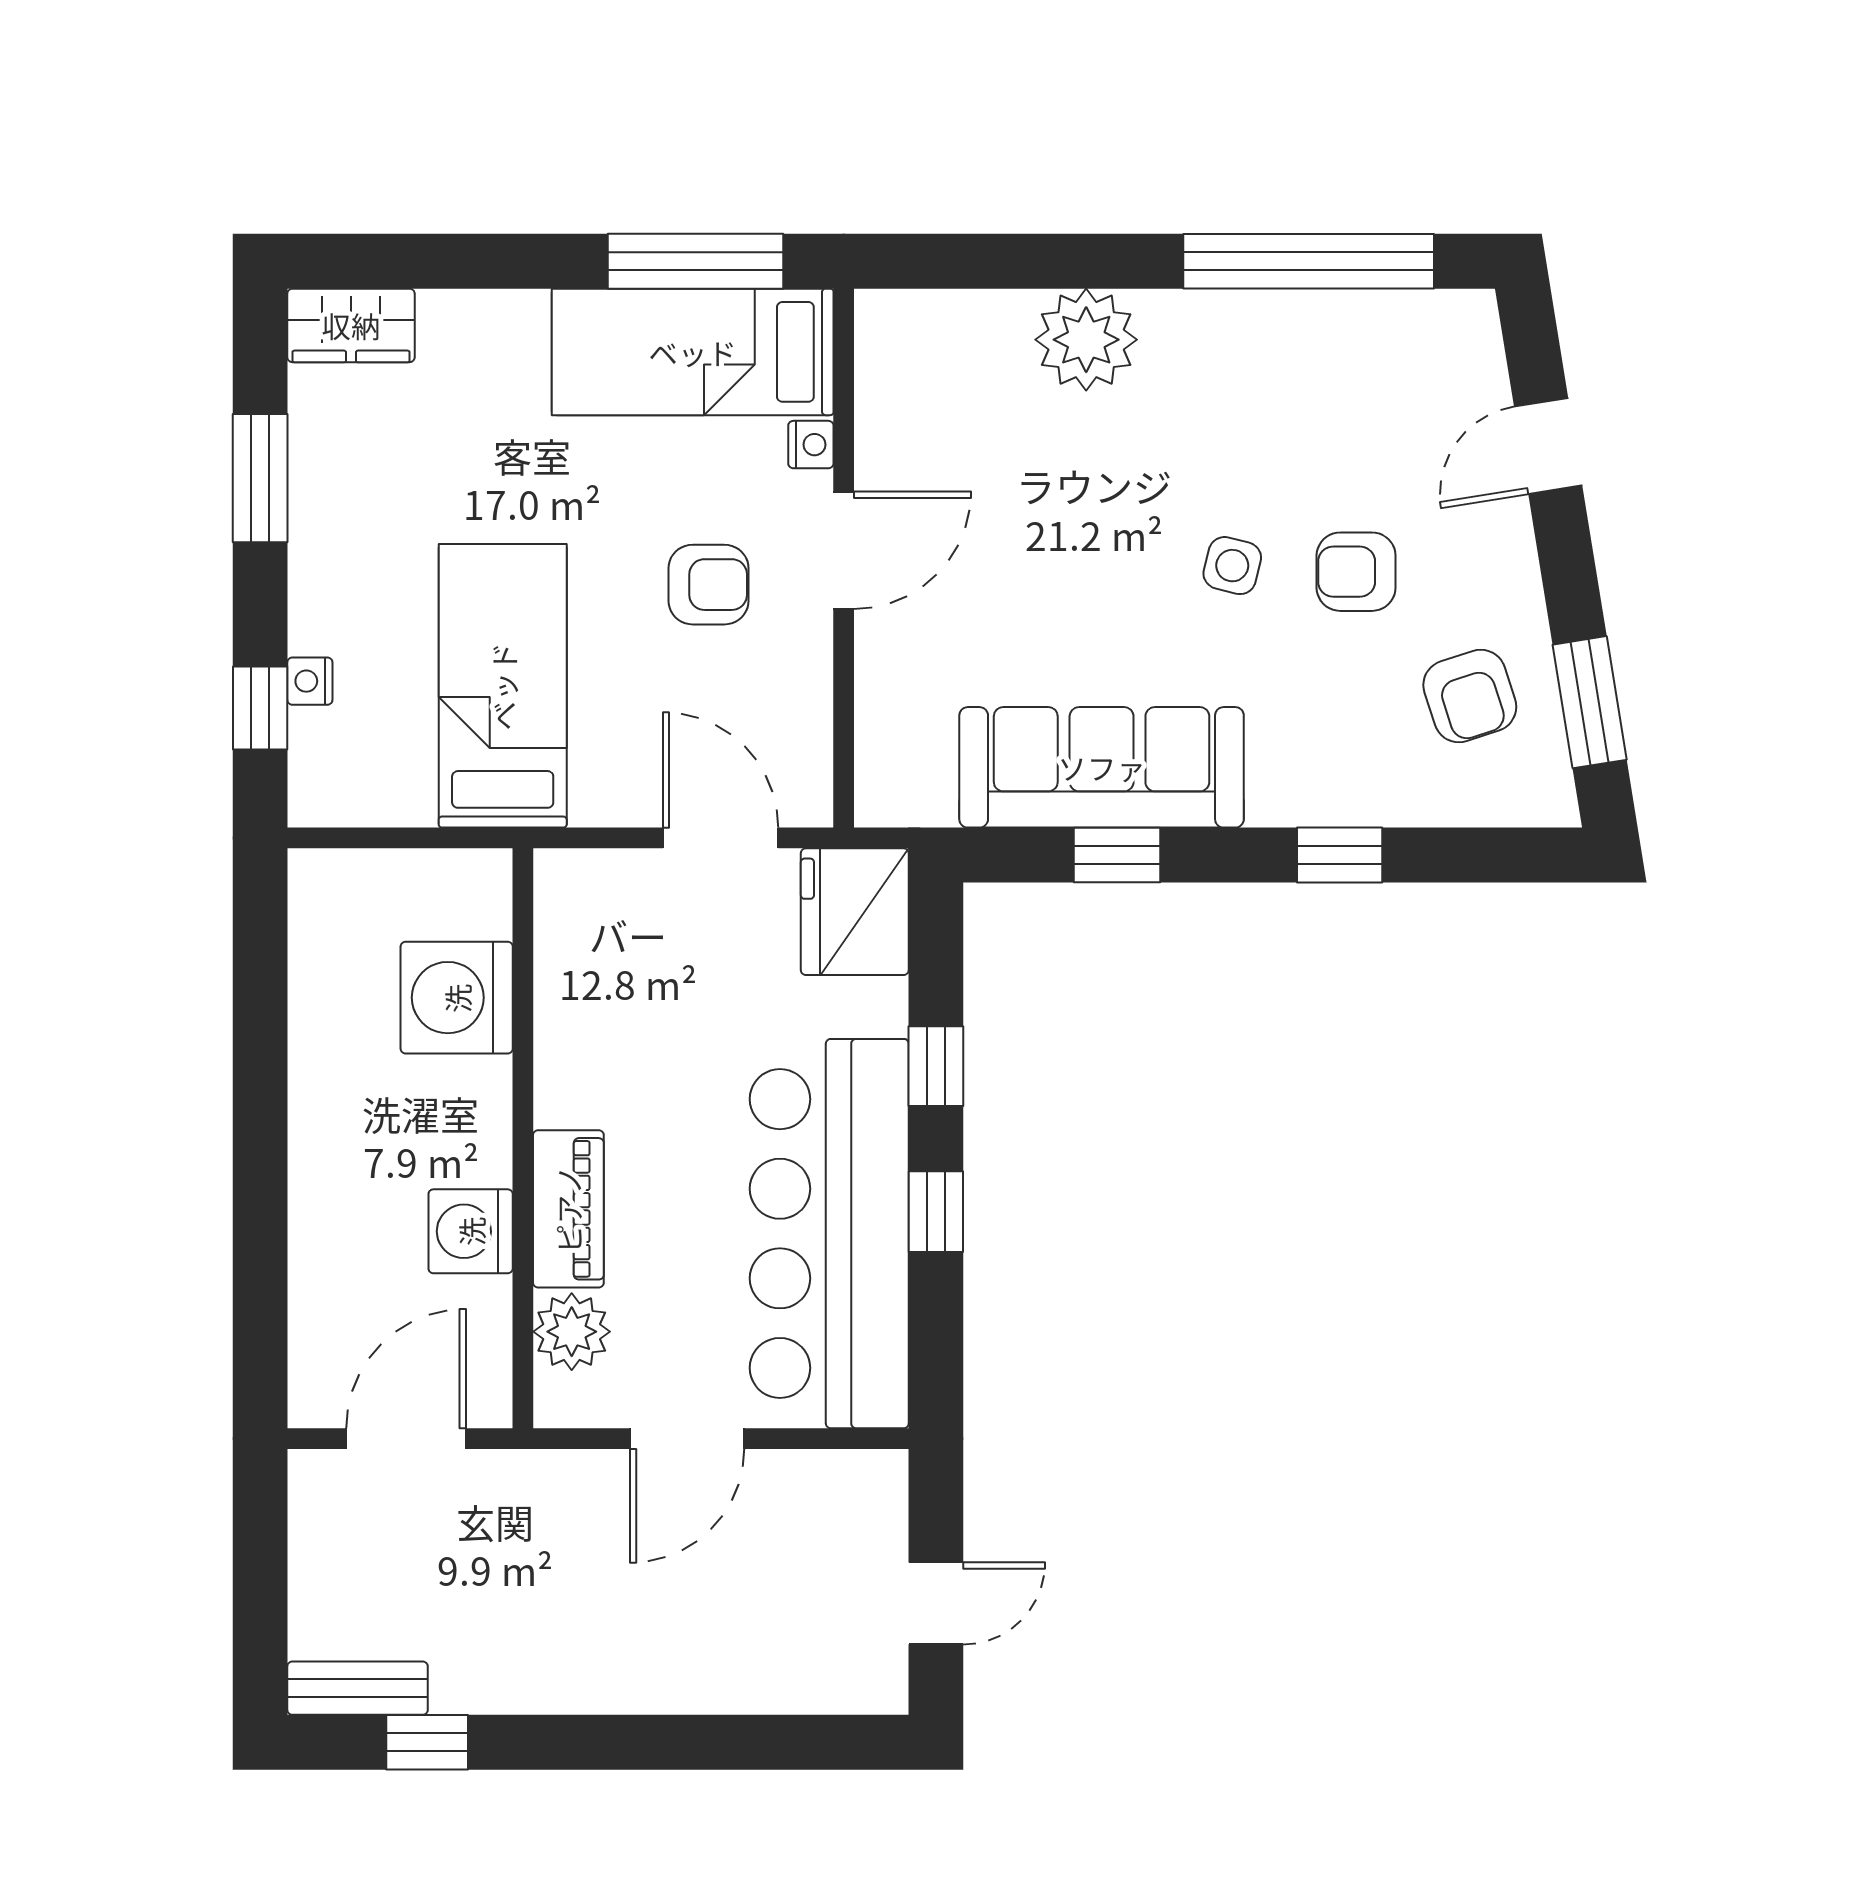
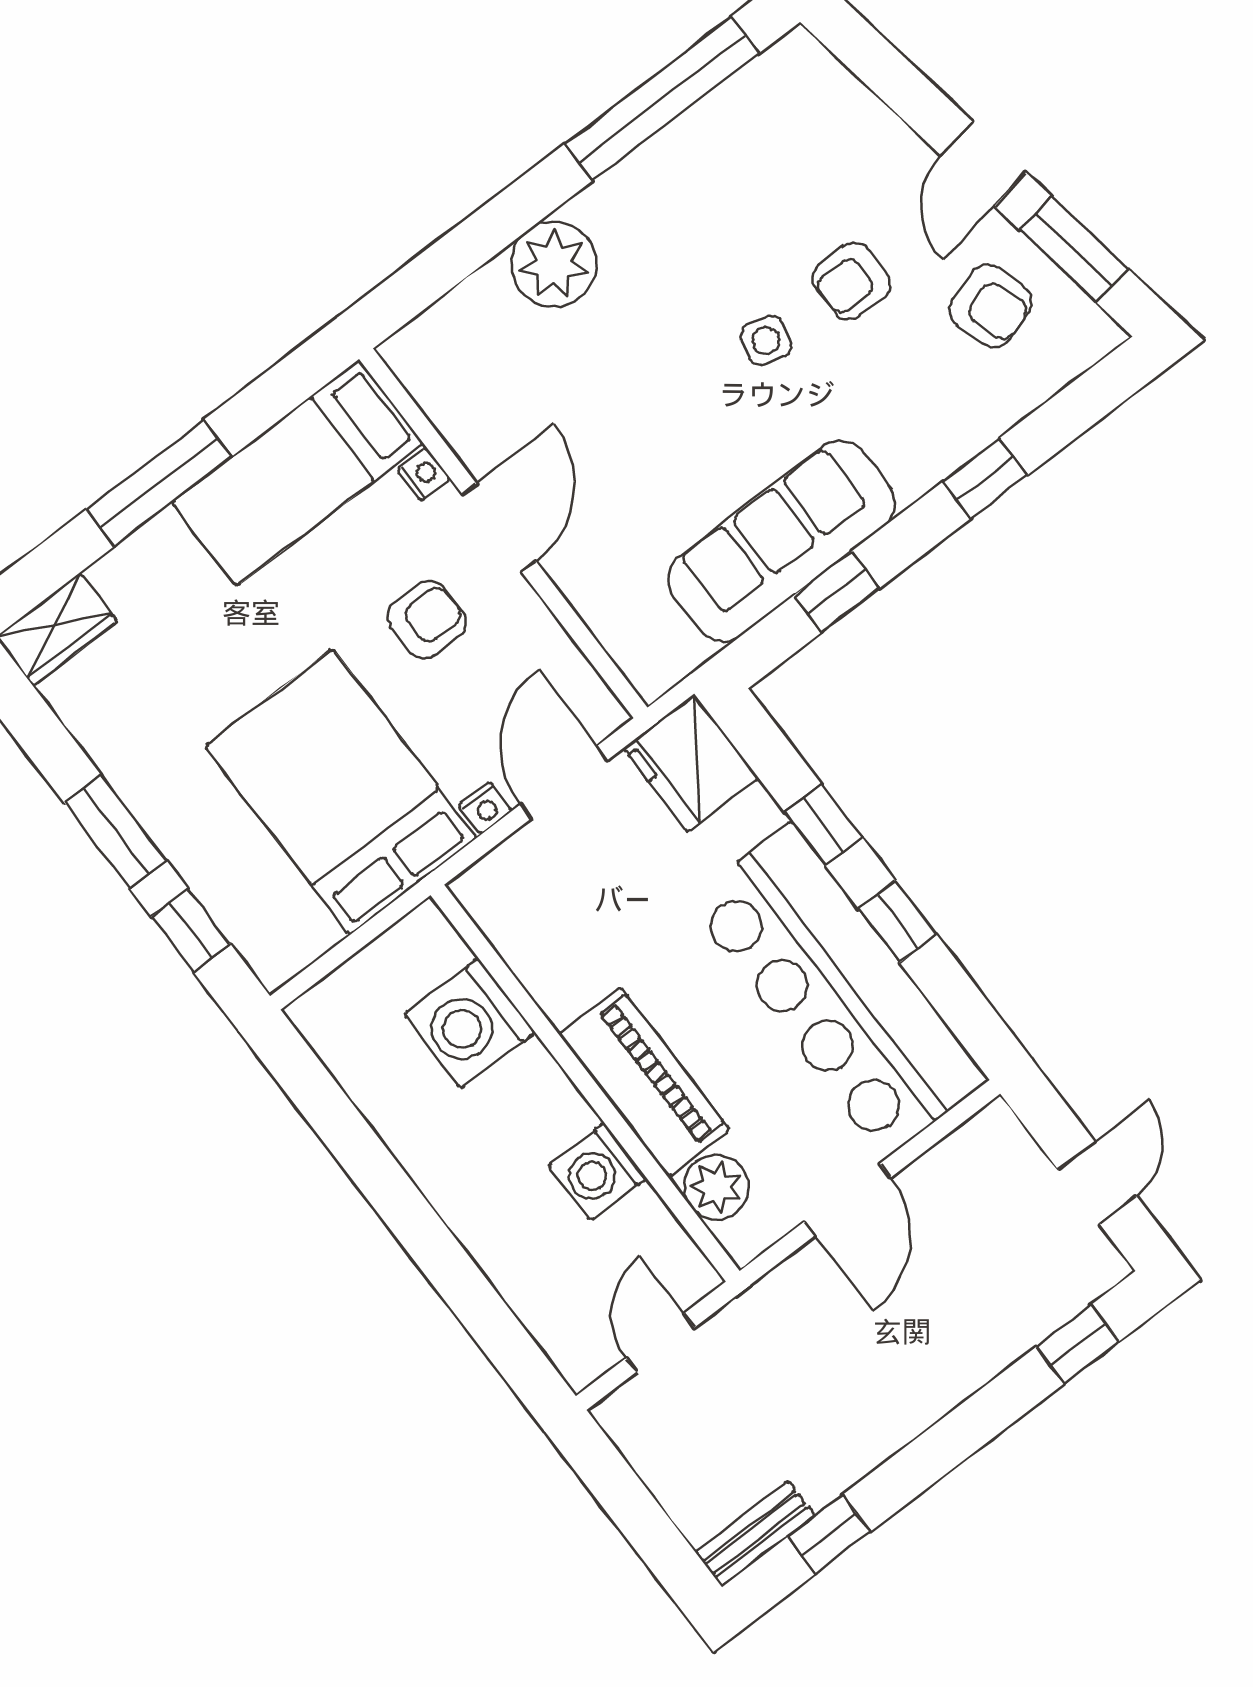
window: (696, 261) -> (159, 483), moved
door: (1548, 446) -> (983, 164), moved
window: (260, 478) -> (115, 832), moved
nightstand: (310, 681) -> (485, 808), moved, turned -90
bed: (503, 686) -> (341, 792), width x1.50
door: (721, 838) -> (564, 782), hinge flipped
piano: (568, 1209) -> (644, 1082), width x1.37, depth x1.33
door: (406, 1439) -> (660, 1343), width x0.73
window: (801, 1742) -> (1078, 1344), added

